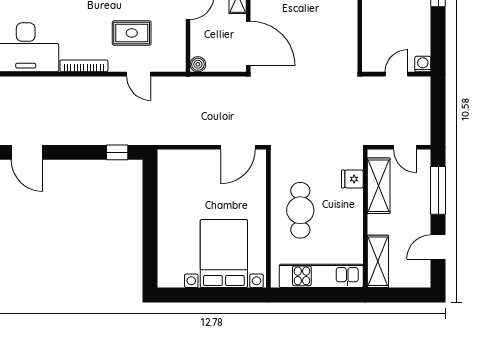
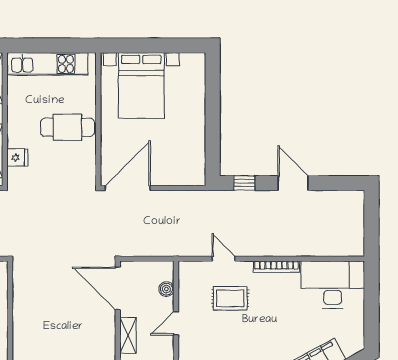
boiler: (198, 64) -> (166, 289), moved
door: (238, 147) -> (128, 188), width x1.36
door: (27, 152) -> (293, 183), moved
cafe table: (300, 210) -> (67, 127), turned 90

